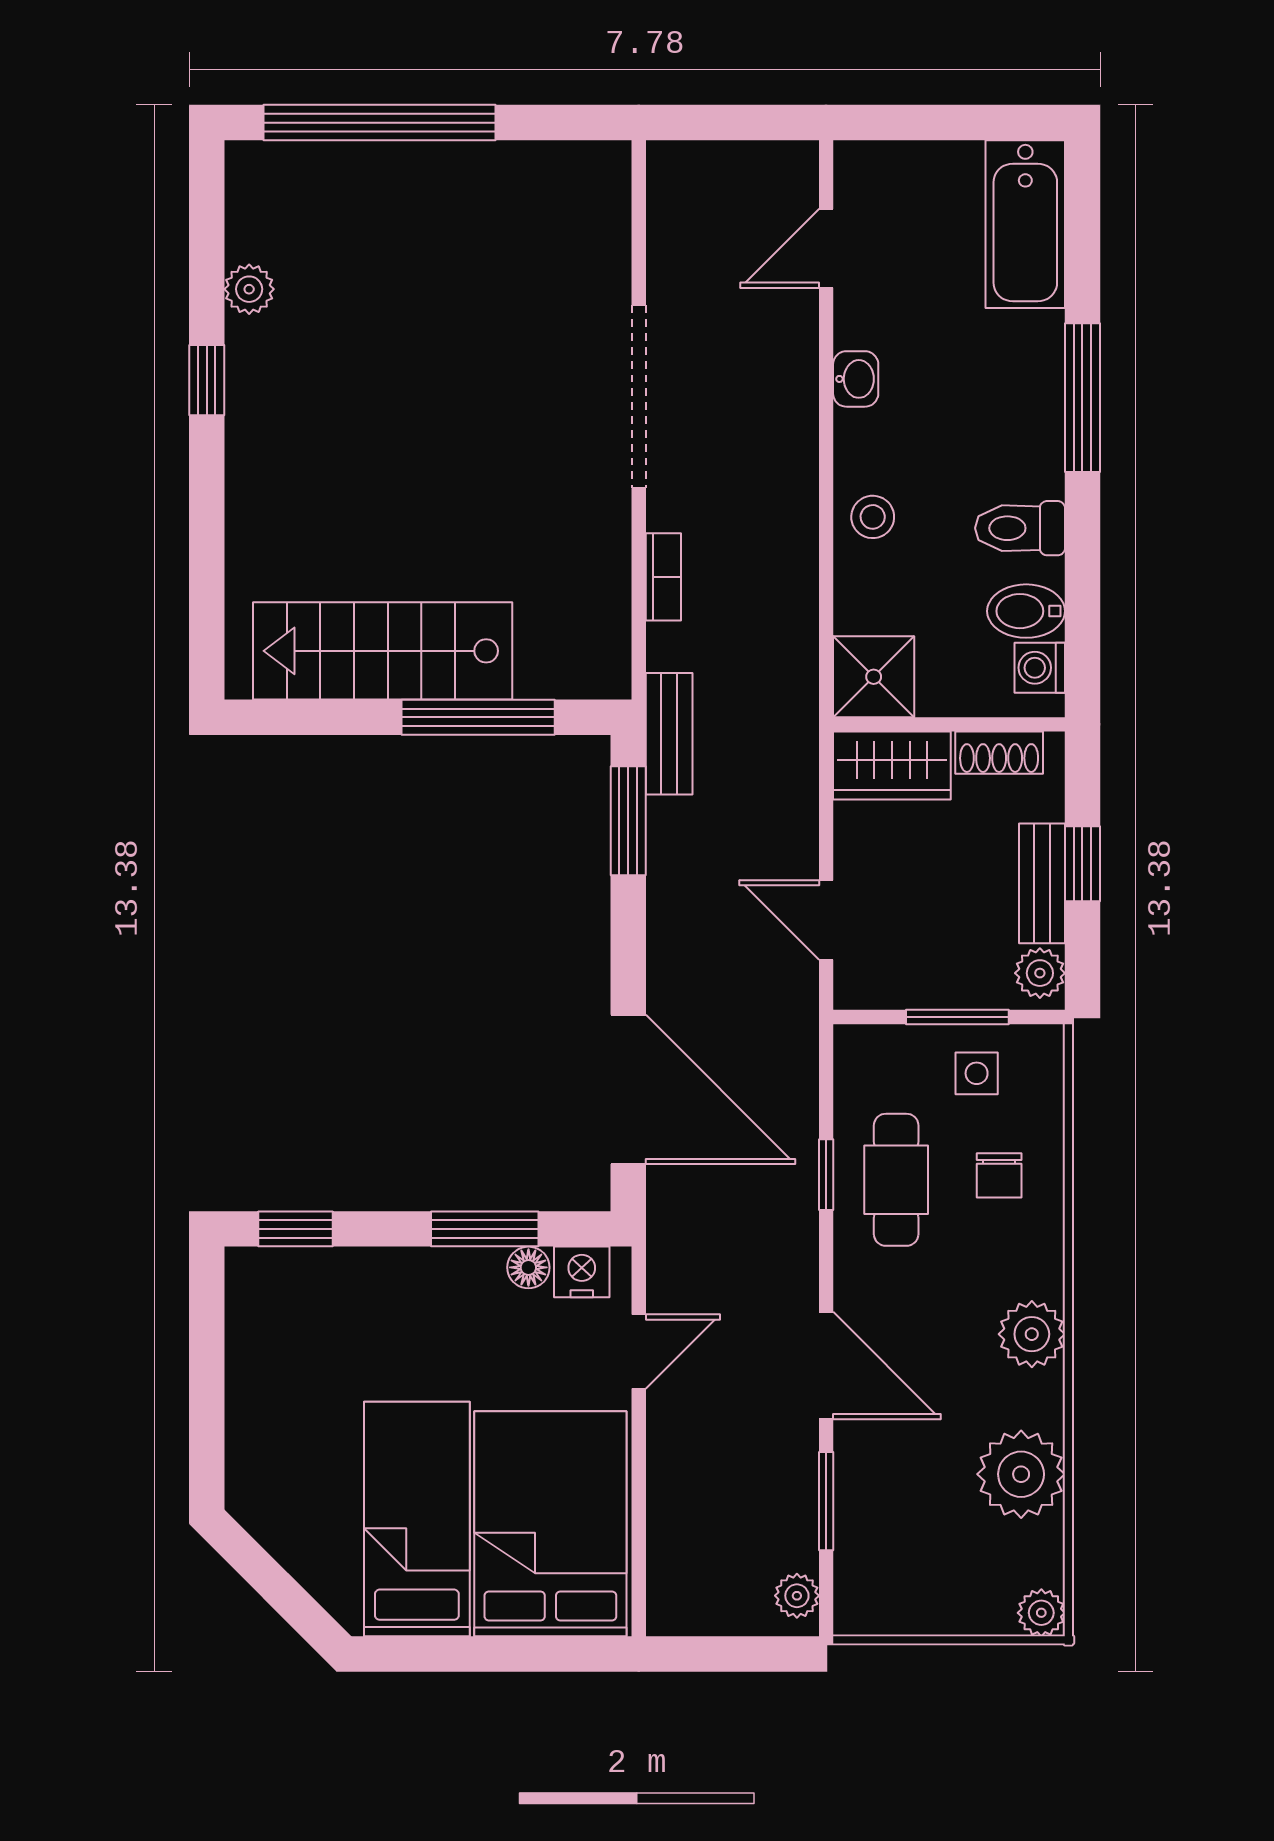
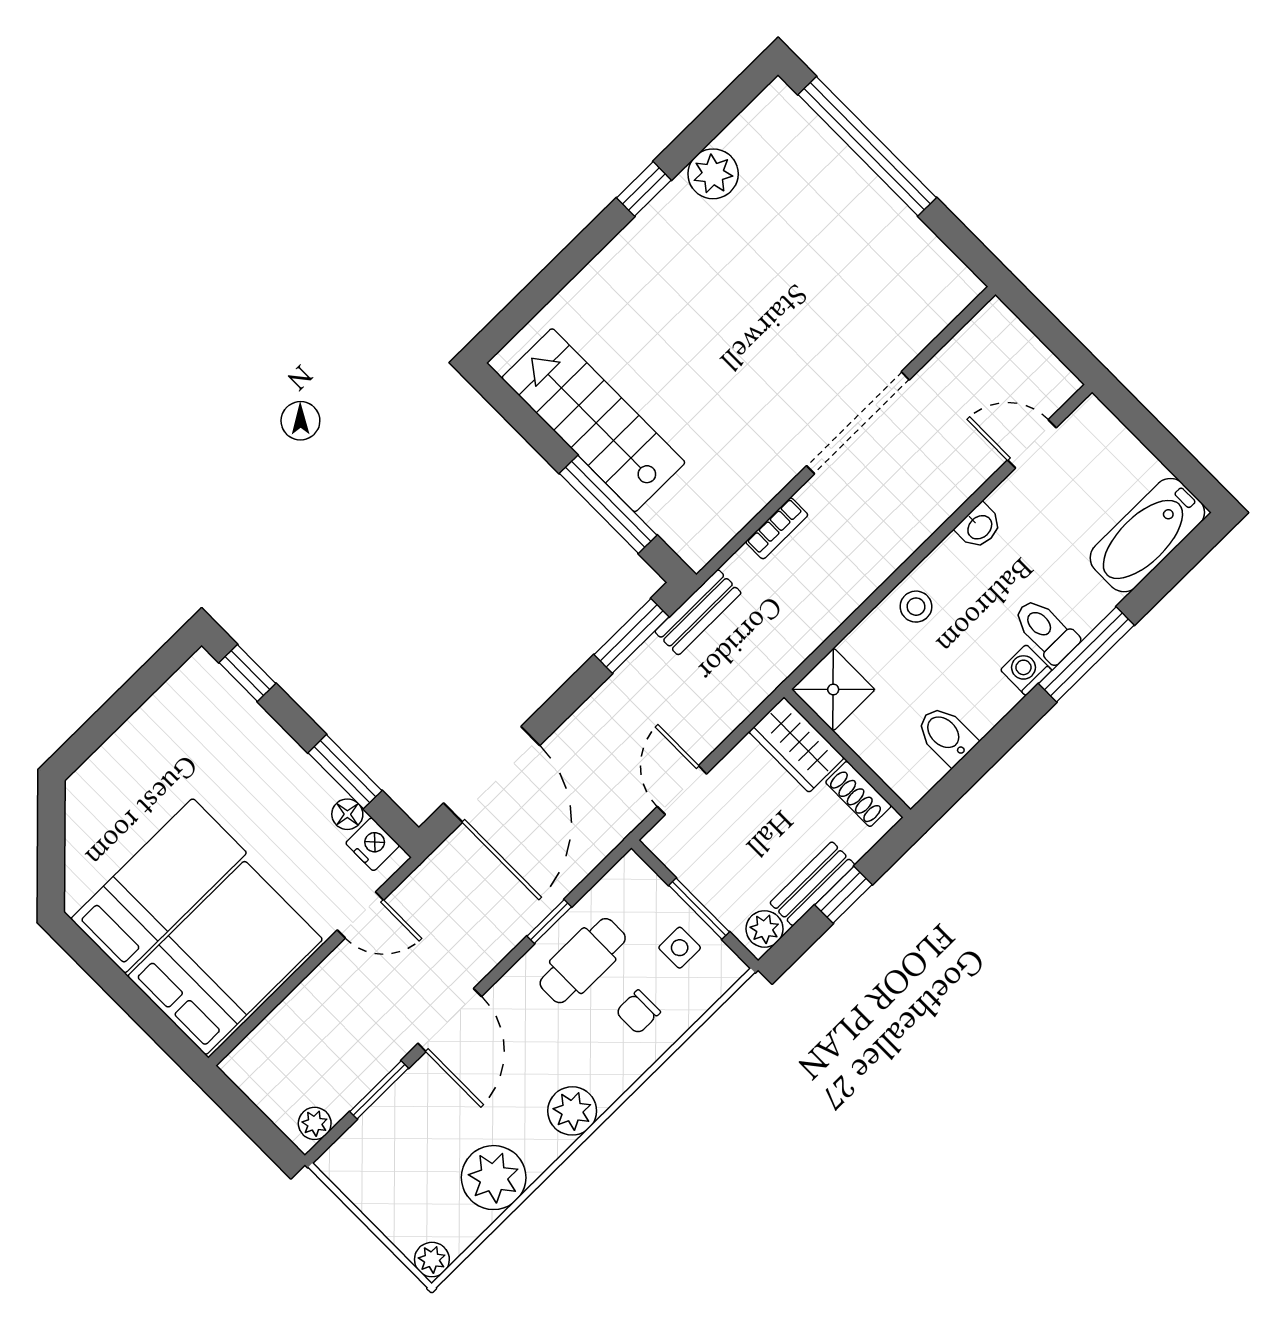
plant: (249, 289) -> (713, 174), width x1.38, depth x1.38
toilet: (1020, 528) -> (1046, 630), moved
washing machine: (1040, 668) -> (1026, 670), moved

